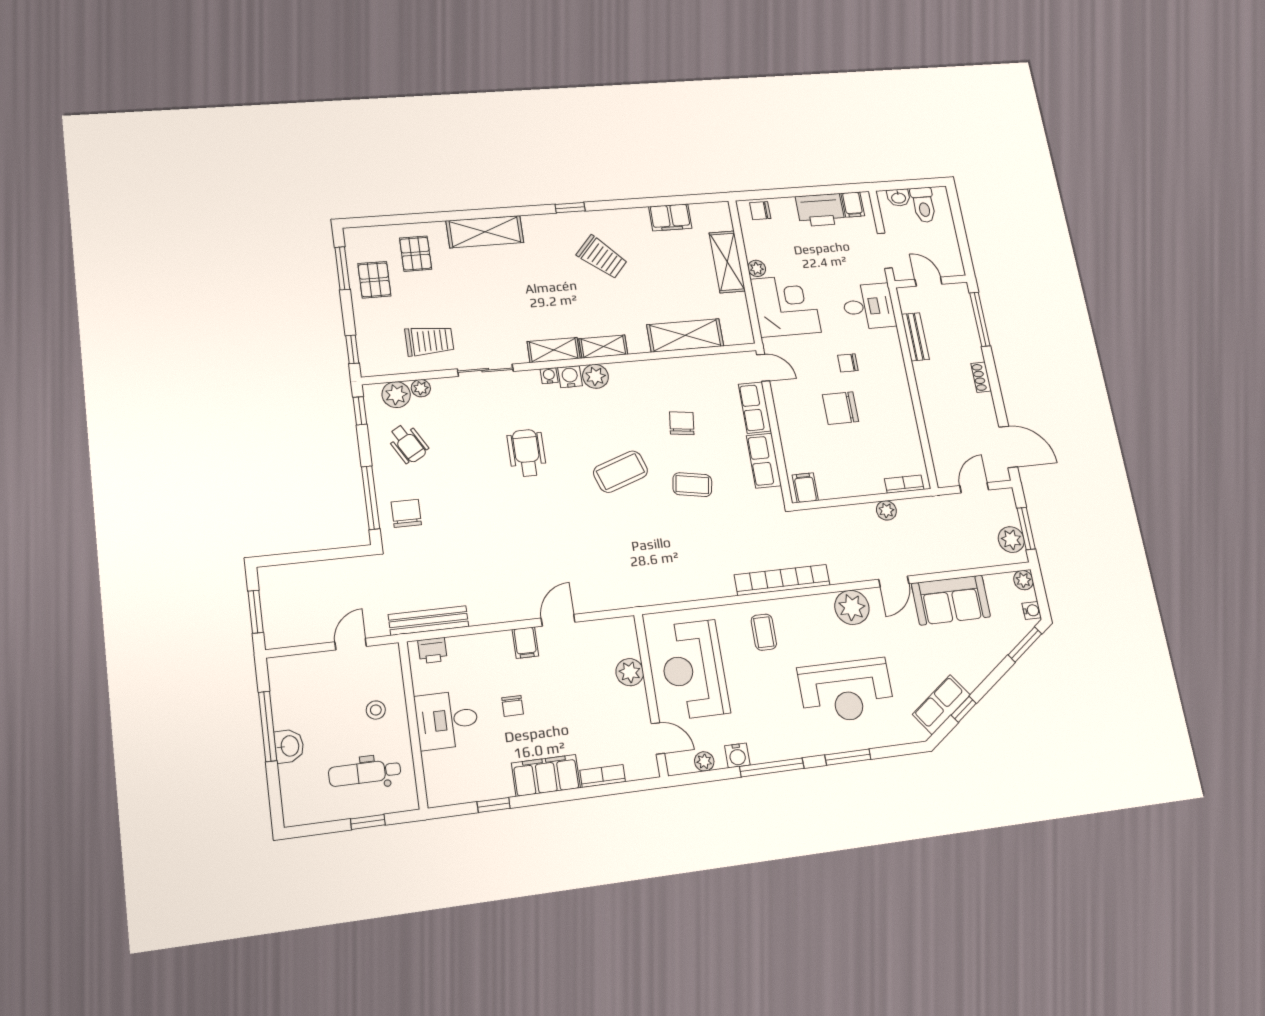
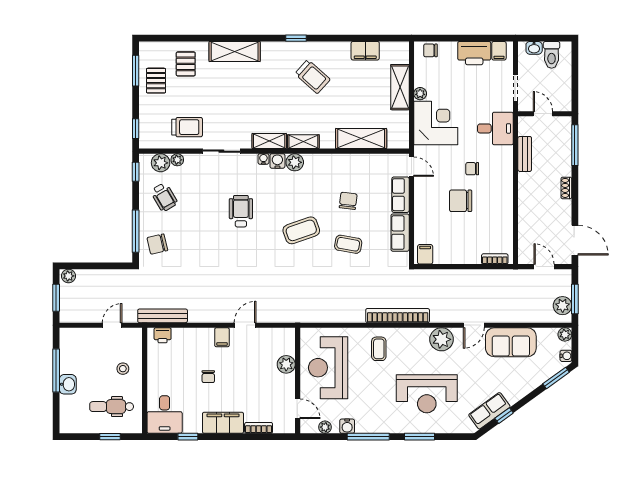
door: (974, 488) -> (544, 267), hinge flipped
plant: (886, 510) -> (68, 276), moved
chair: (406, 513) -> (157, 244), turned -103
desk: (447, 720) -> (165, 415), moved, turned -90

